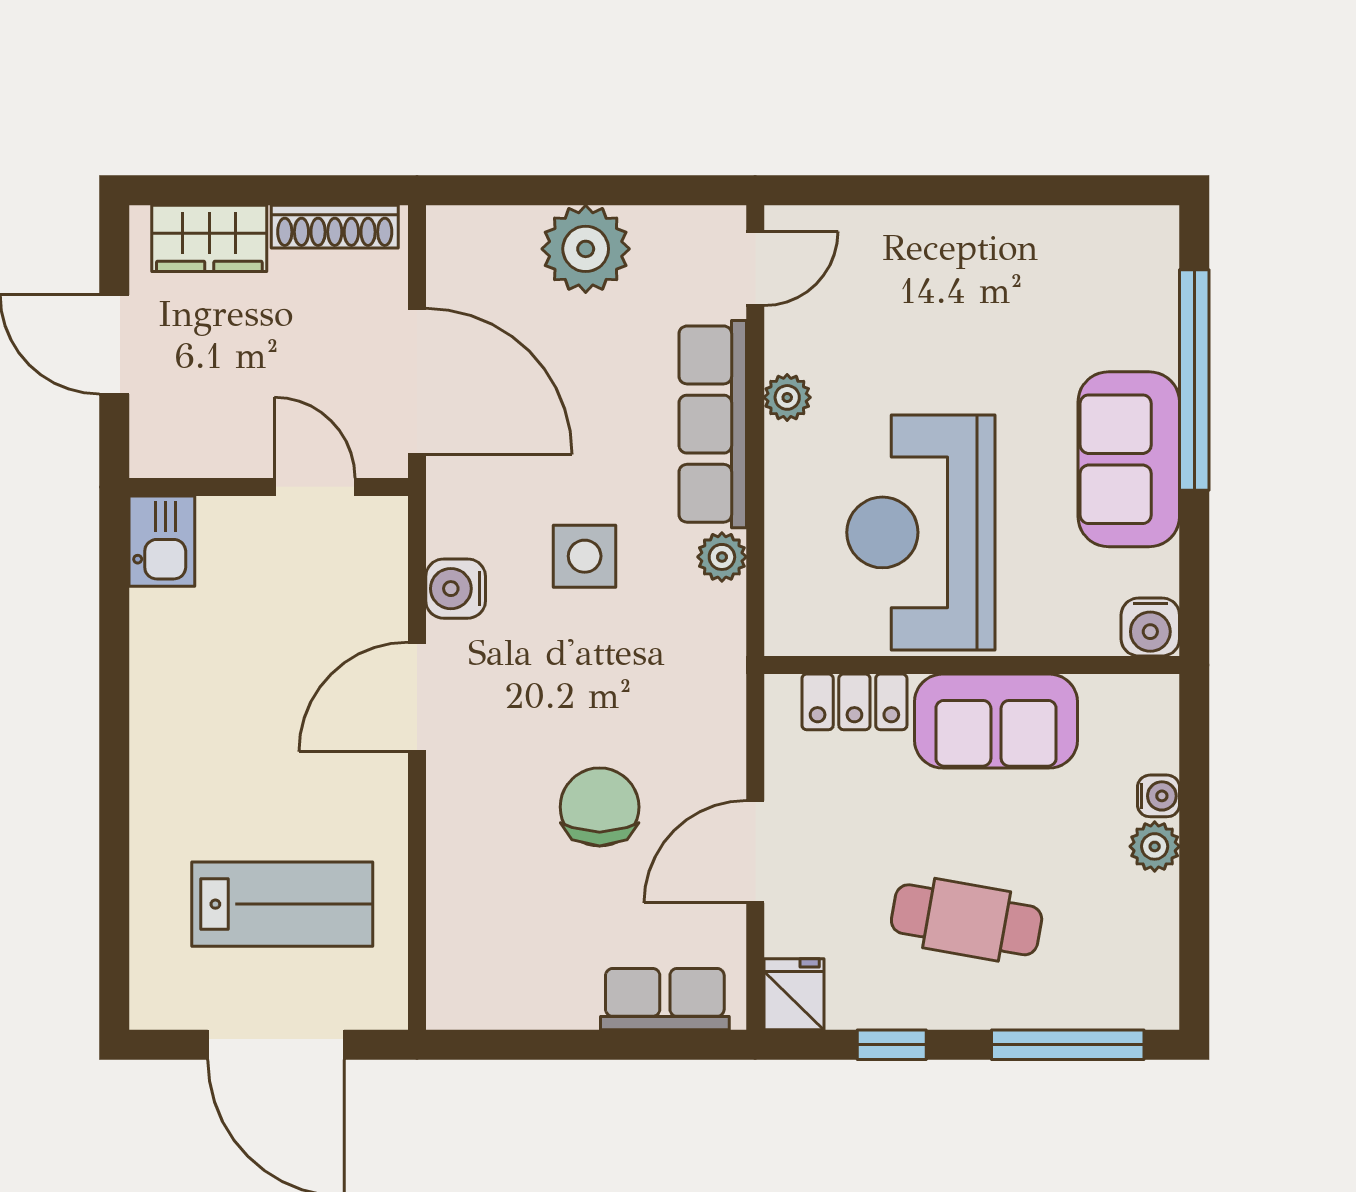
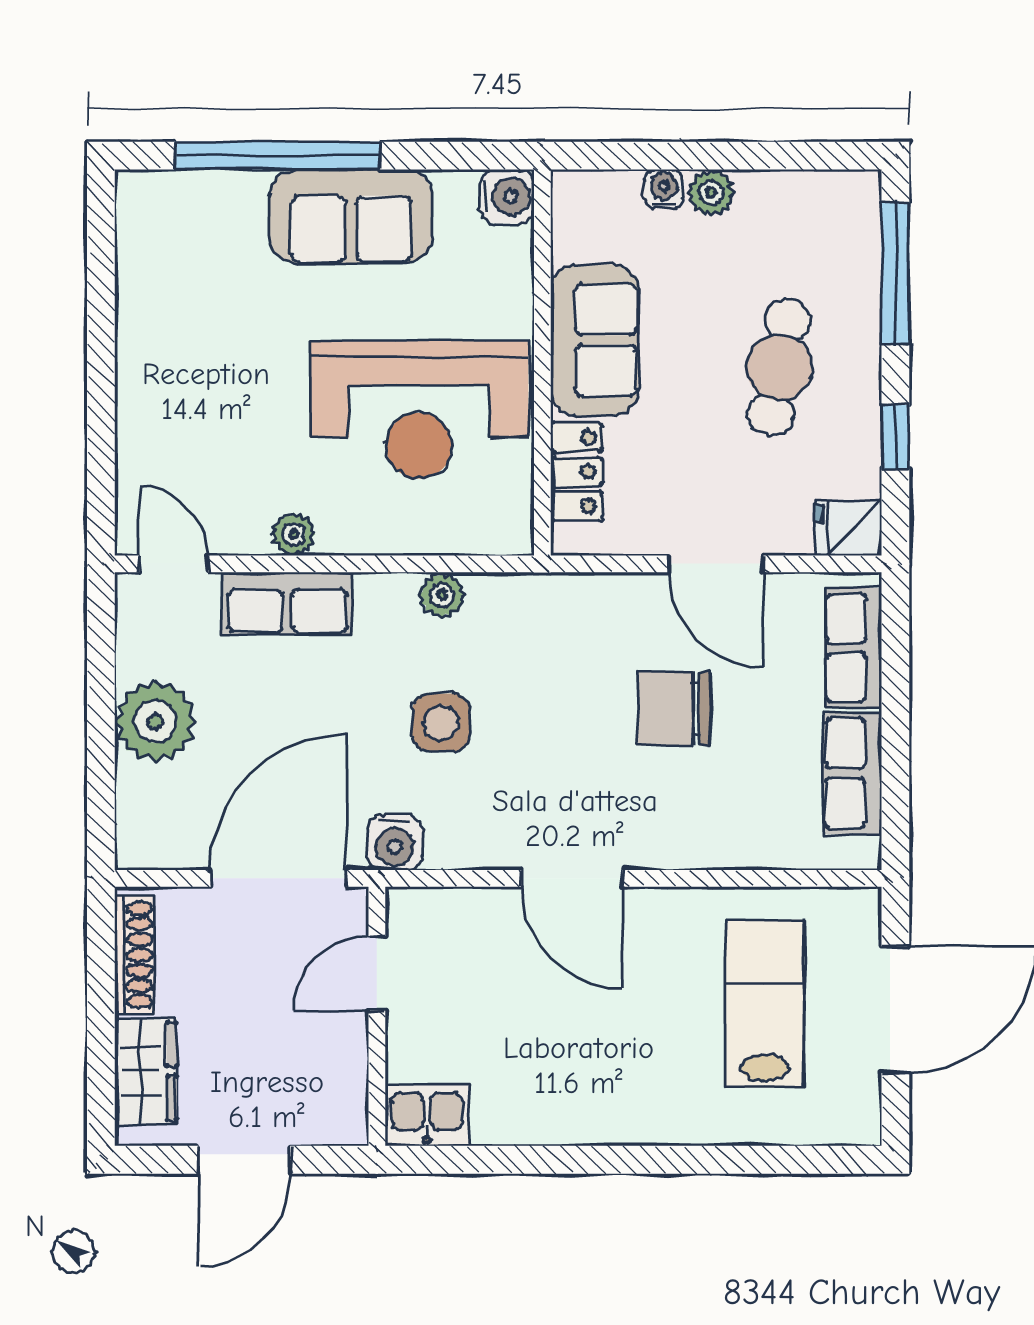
row of seats: (713, 424) -> (287, 603), width x0.68
water cooler: (456, 589) -> (395, 842), moved
row of seats: (530, 999) -> (852, 773), added

